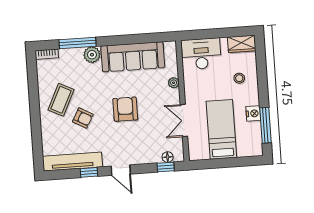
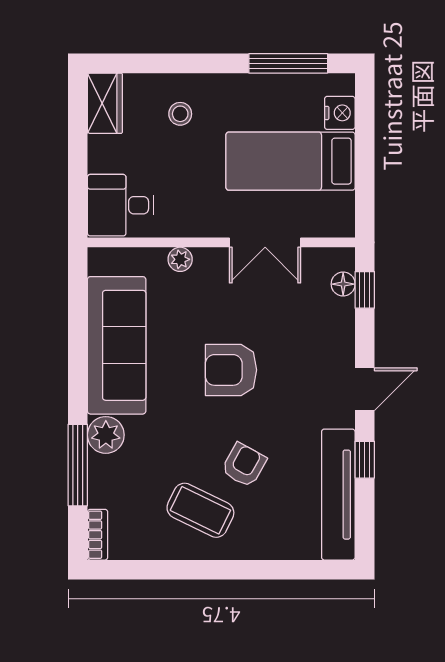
desk: (201, 54) -> (121, 205), width x0.73
nightstand: (253, 113) -> (340, 113), moved, turned 90

